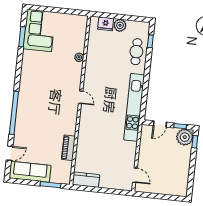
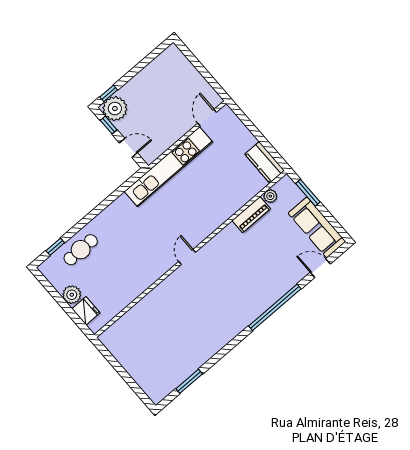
corner sofa: (39, 30) -> (164, 371), removed
plant: (79, 57) -> (270, 196), moved
kitchen unit: (134, 107) -> (168, 167), moved

